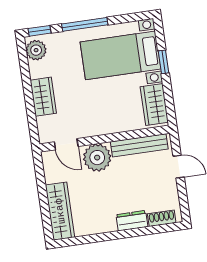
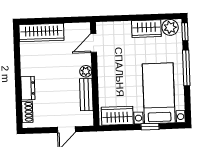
wardrobe: (43, 97) -> (146, 29), moved
bench: (139, 145) -> (86, 95), width x0.73
plant: (97, 158) -> (86, 71), width x0.53, depth x0.53

